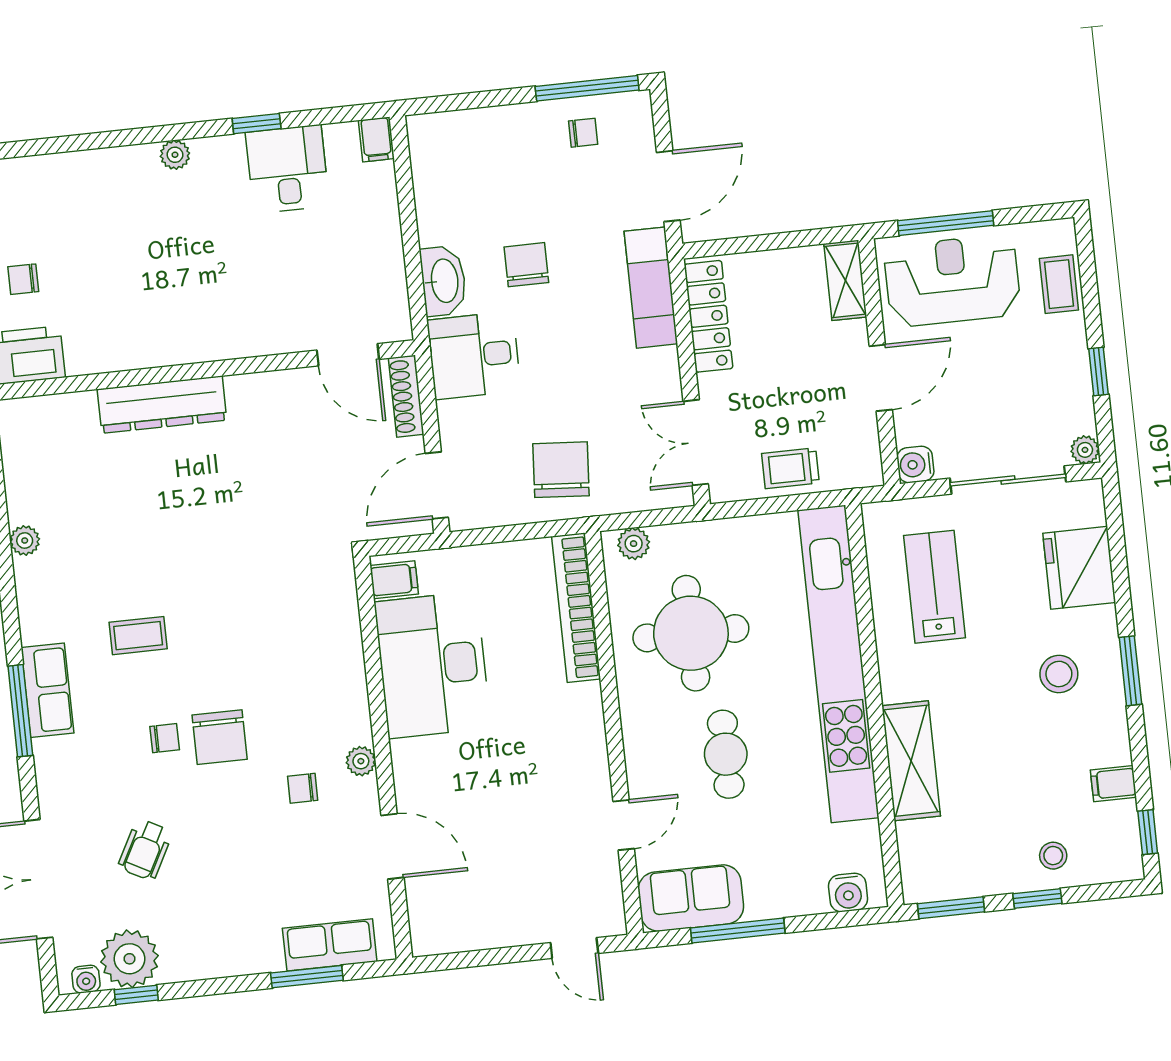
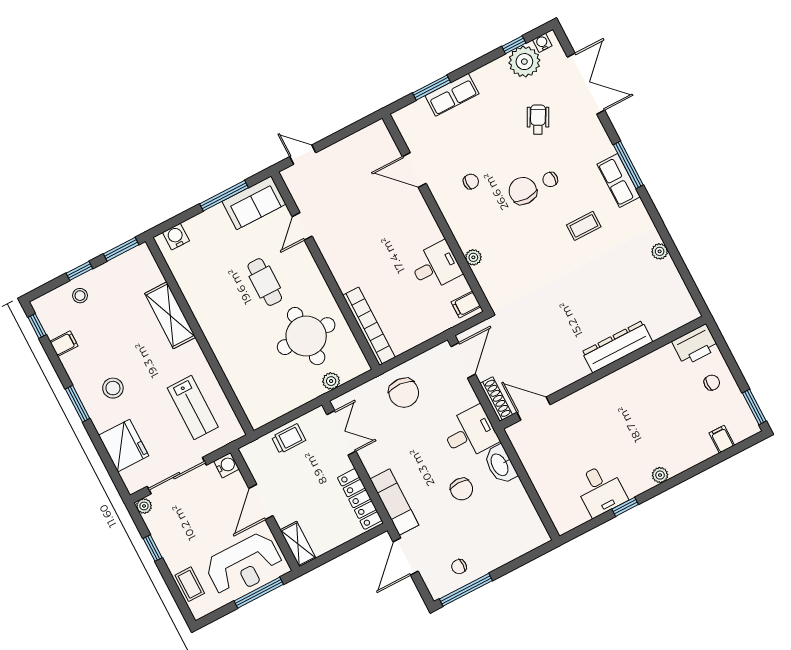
filing cabinet: (376, 139) -> (722, 439), moved
plant: (634, 544) -> (331, 381), moved
kitchen unit: (838, 664) -> (226, 350), removed
desk: (433, 665) -> (436, 266), width x0.53, depth x0.77
plant: (361, 761) -> (473, 257), moved
row of seats: (330, 945) -> (452, 95), moved

